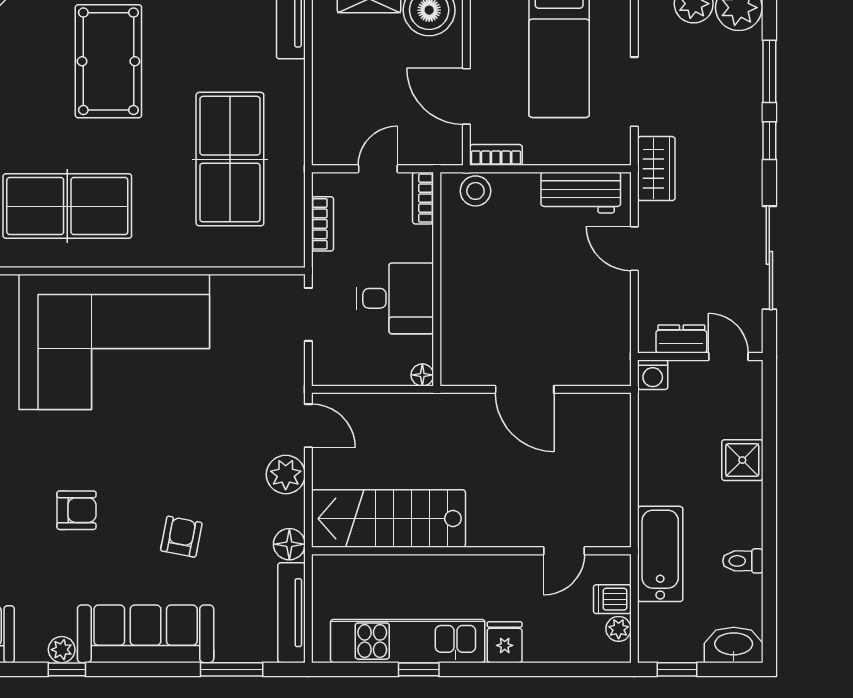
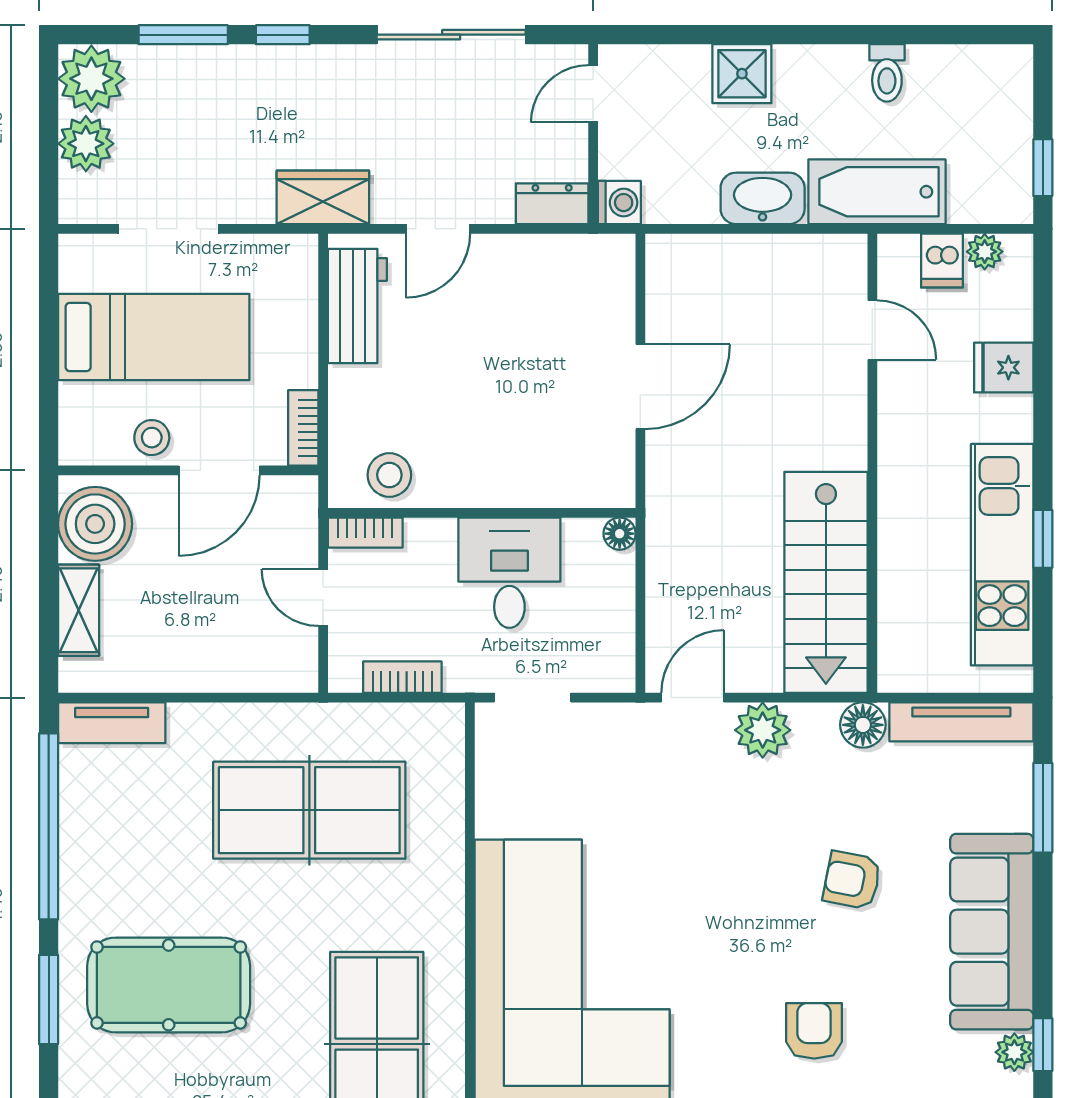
stool: (489, 50) -> (152, 438), added
doorway: (634, 92) -> (169, 229), moved
stool: (475, 191) -> (389, 475), moved
dresser: (681, 339) -> (552, 204), moved, turned 90
fridge: (505, 642) -> (1004, 368), moved
washbasin: (734, 645) -> (763, 198), moved, turned 90

